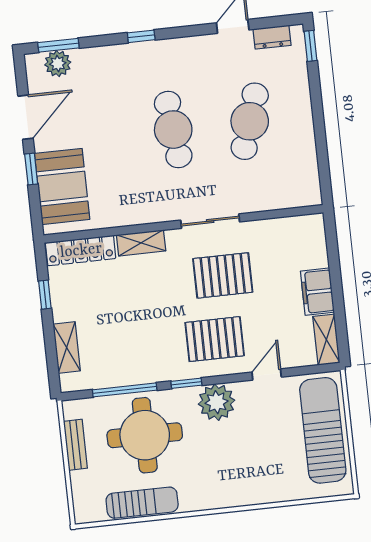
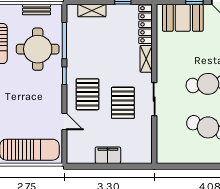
shelving: (326, 340) -> (80, 157), removed
plant: (217, 402) -> (52, 92), removed

